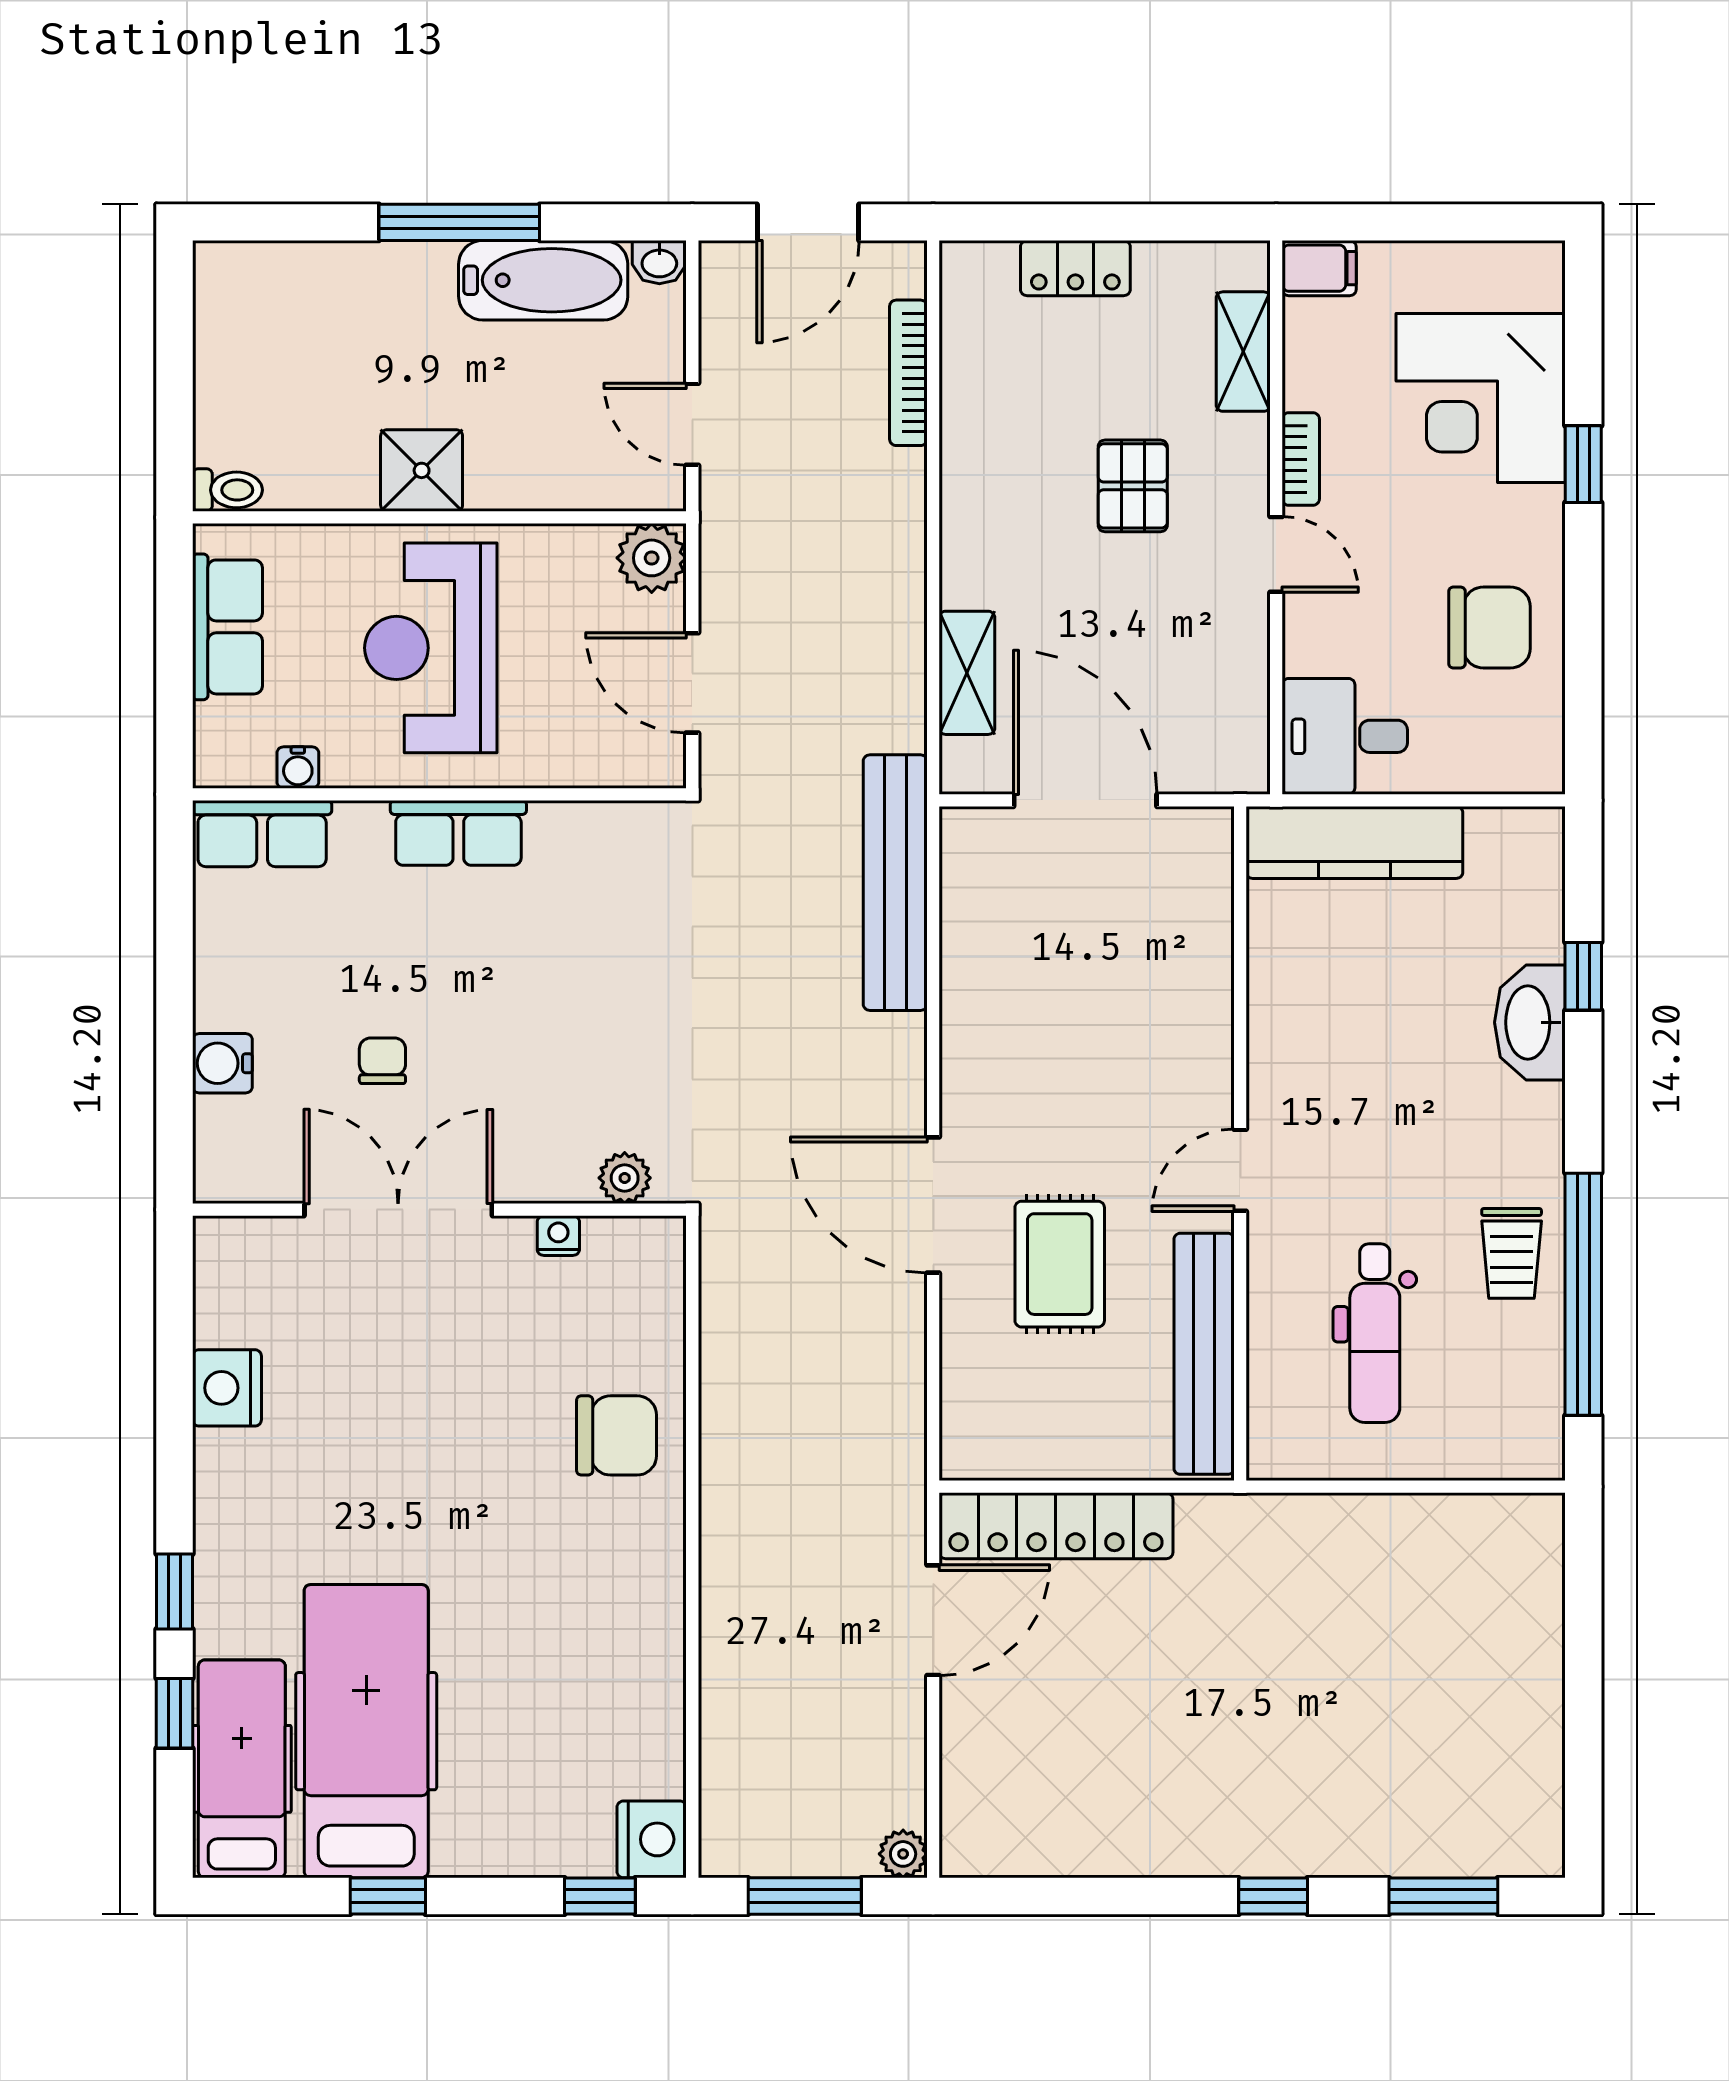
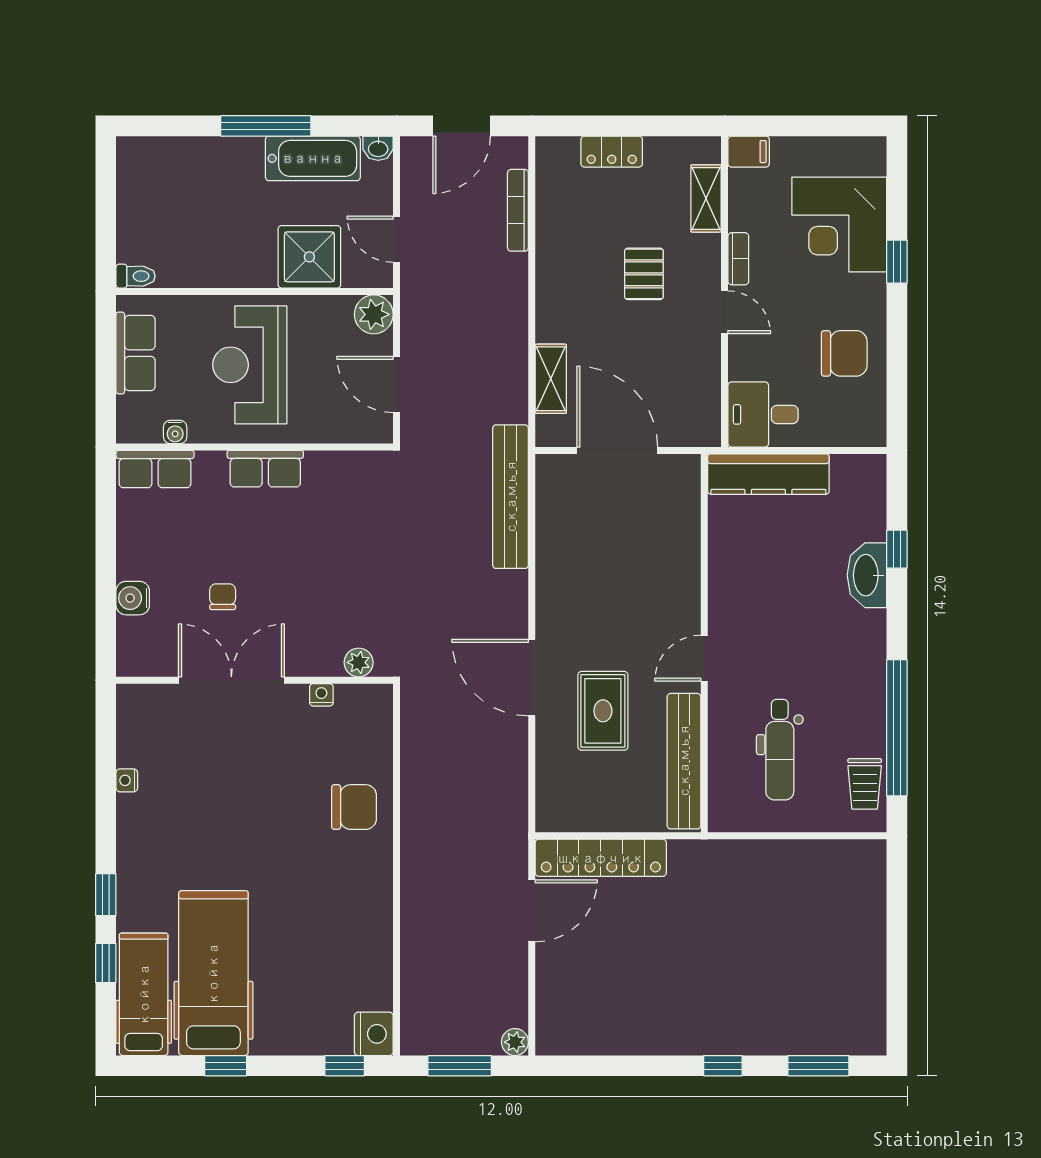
shower: (422, 470) -> (309, 257), moved, width x1.36, depth x1.36
trolley: (1512, 1253) -> (865, 784), moved
nightstand: (227, 1388) -> (127, 780), width x0.53, depth x0.56

